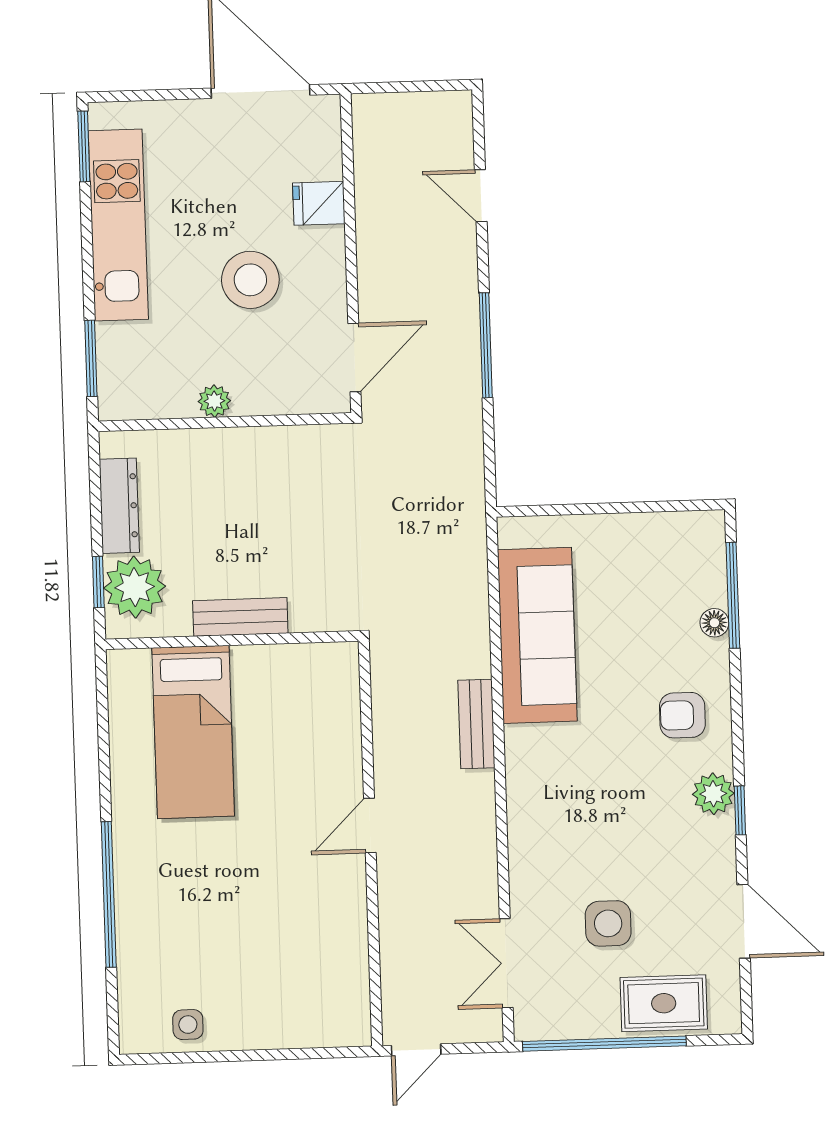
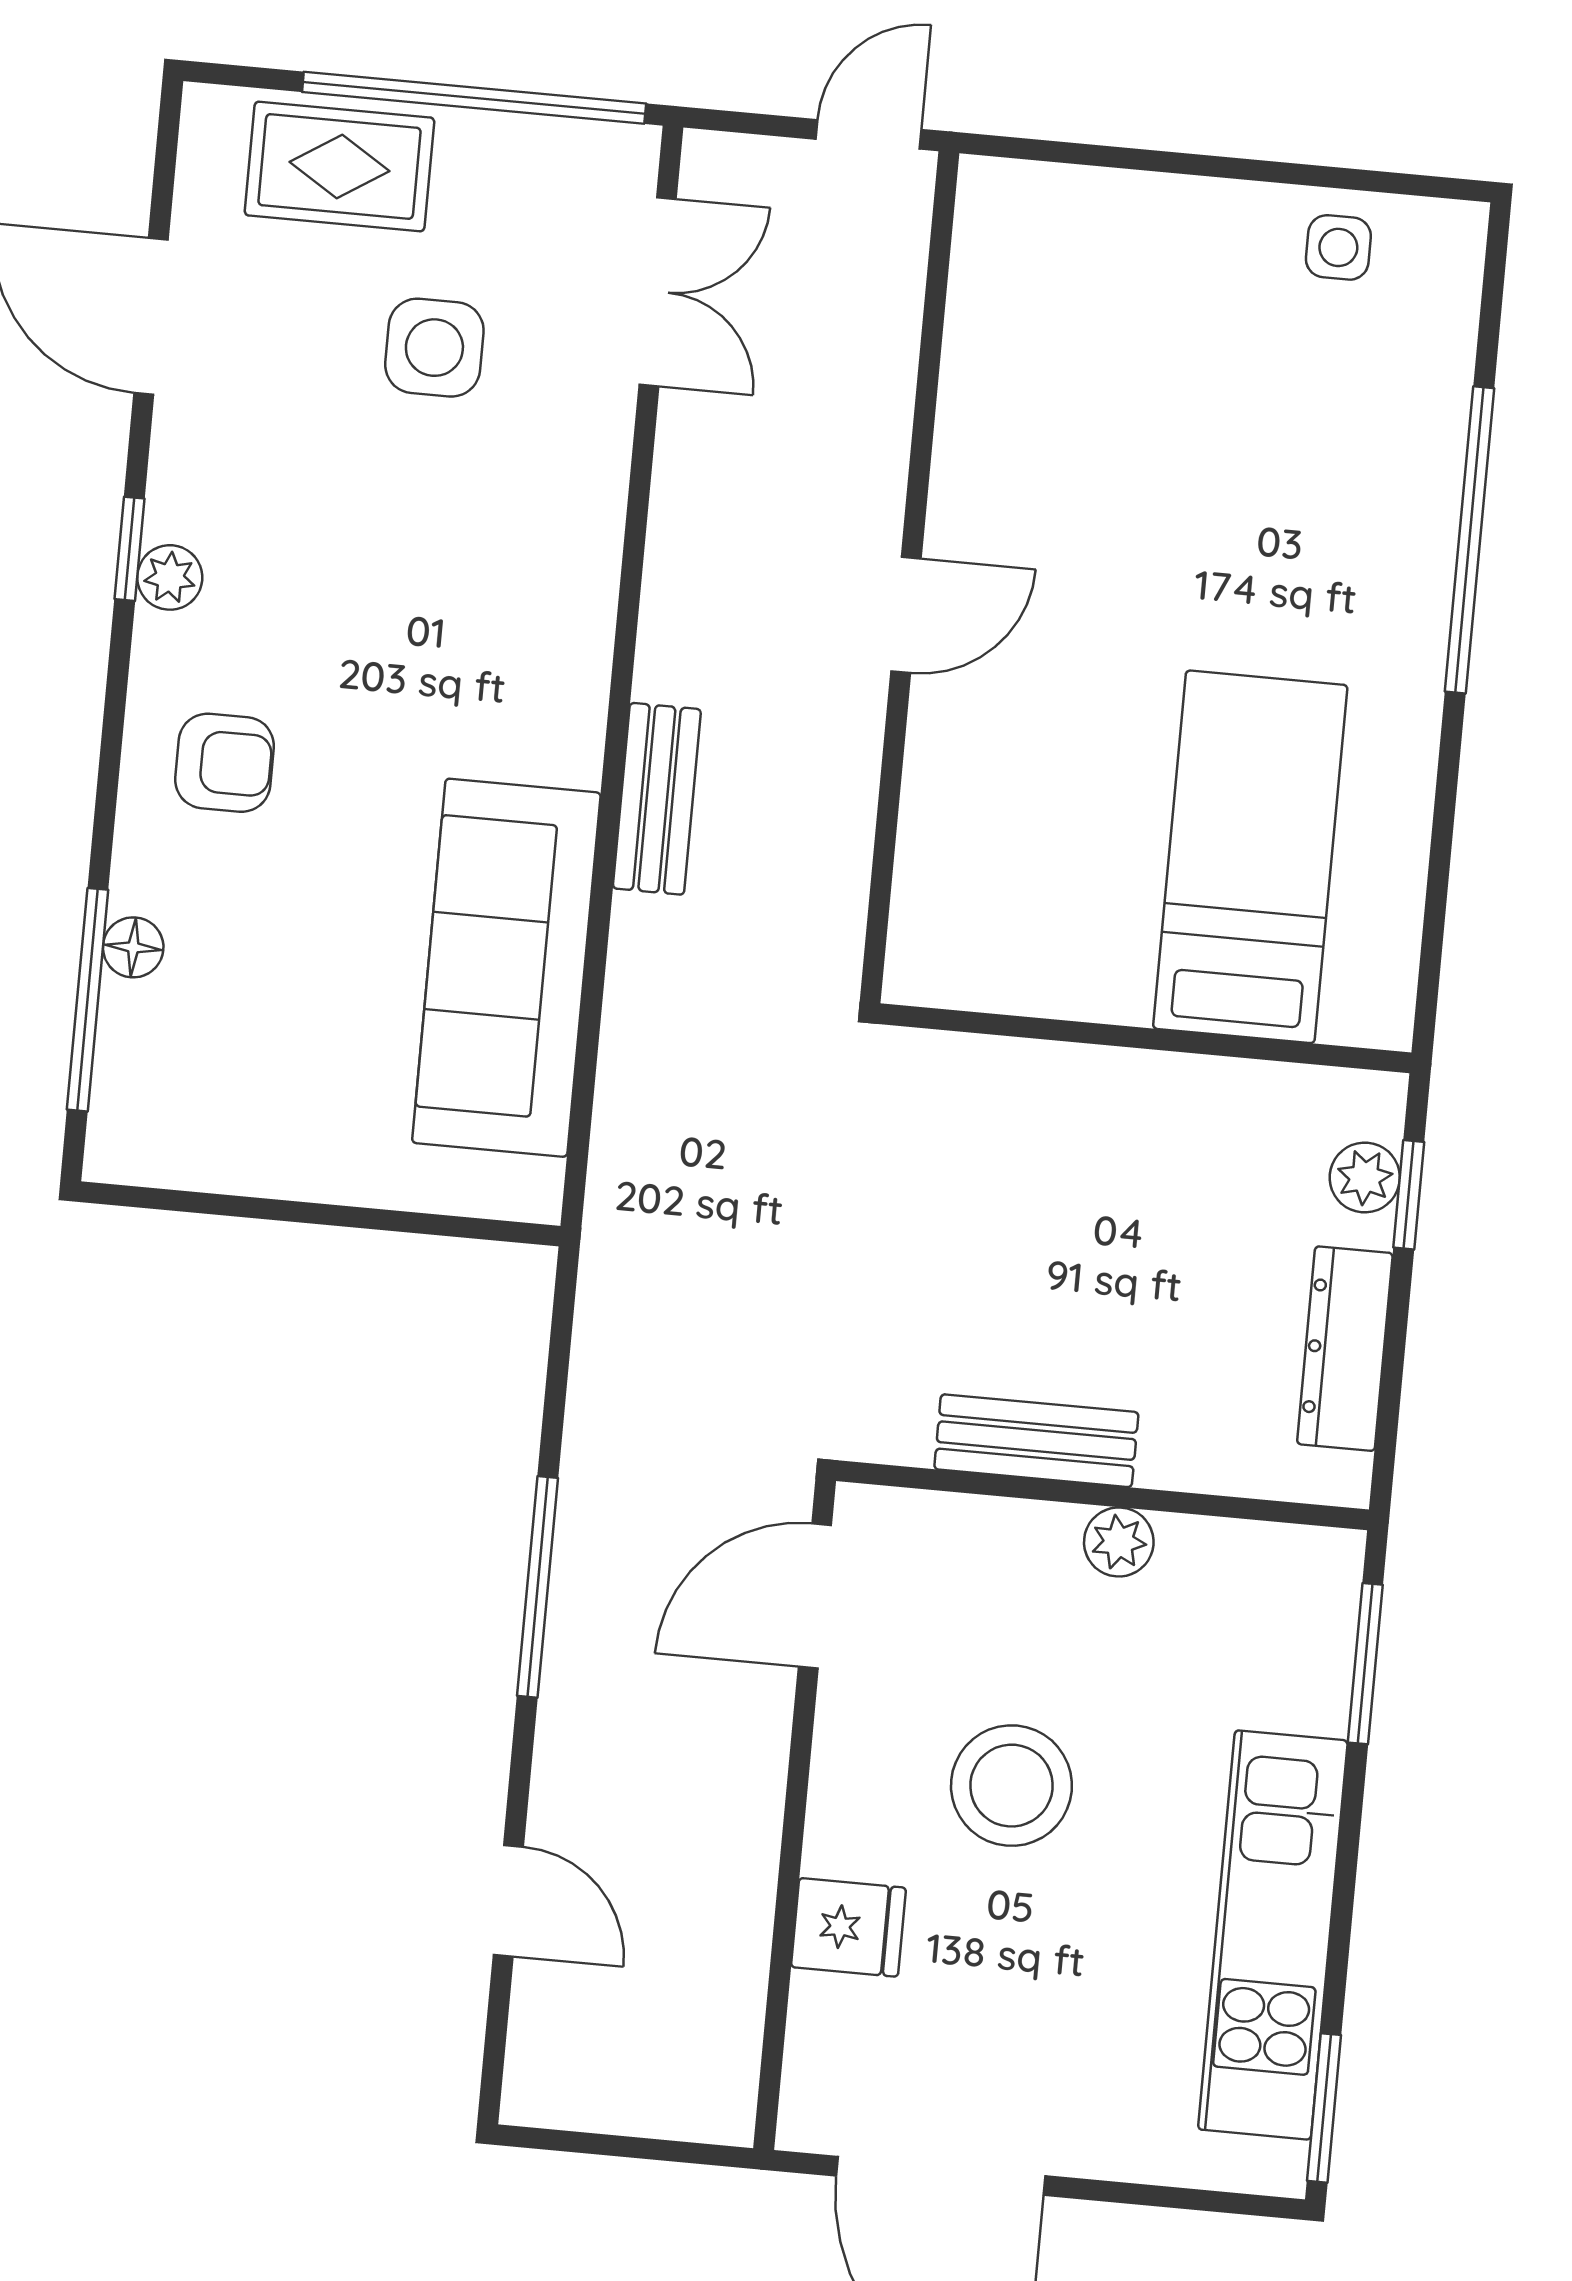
plant: (135, 587) -> (1365, 1177), width x0.53, depth x0.53
bench: (240, 617) -> (1036, 1441), moved
plant: (713, 794) -> (170, 577), width x0.73, depth x0.73

